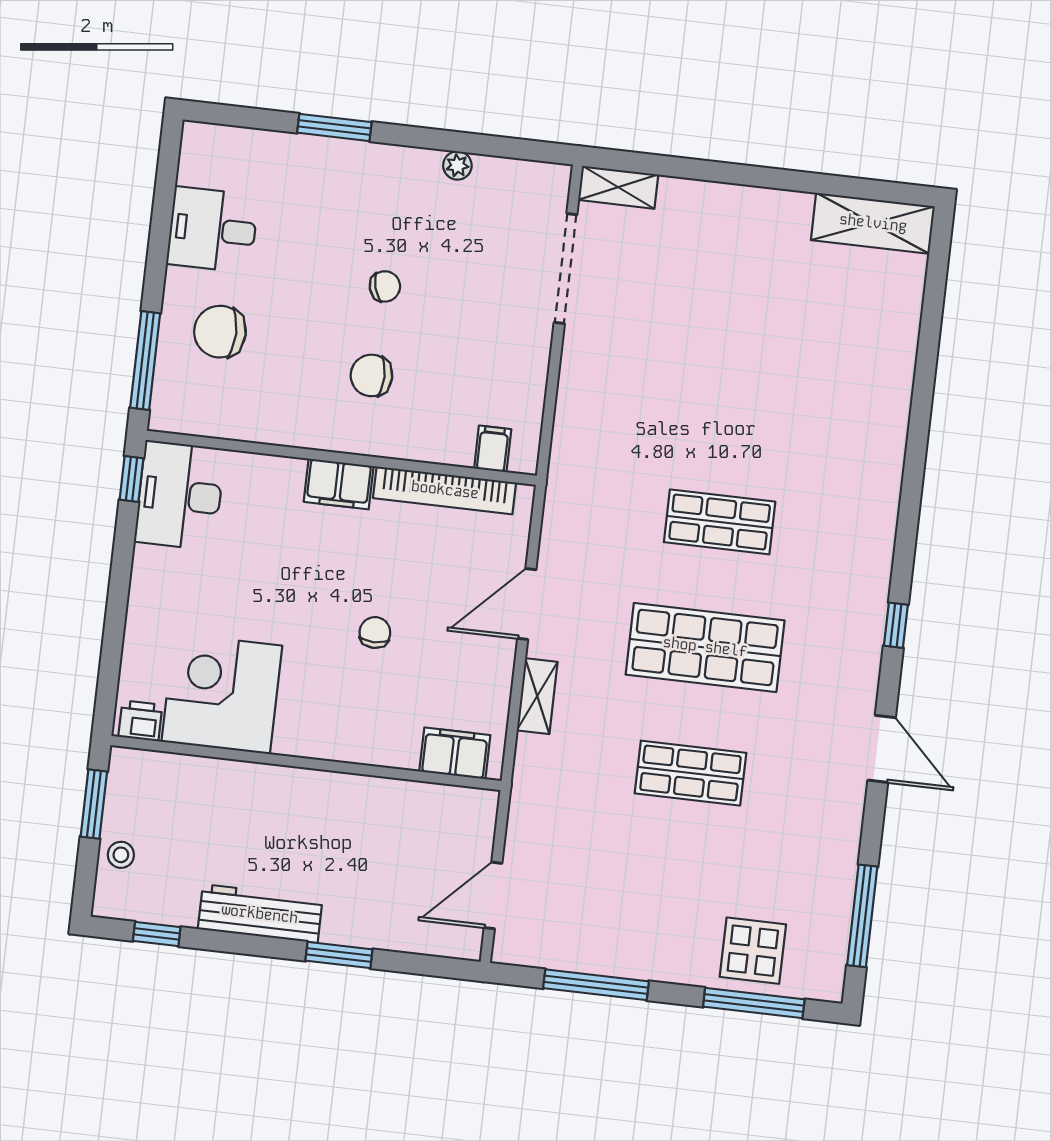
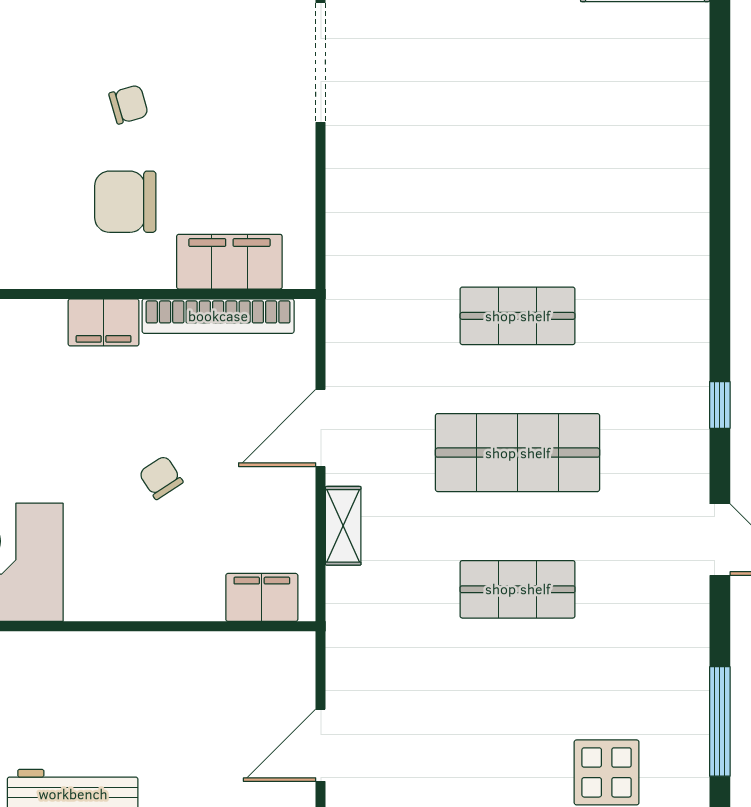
chair: (371, 375) -> (125, 202), width x1.37, depth x1.37
filing cabinet: (493, 449) -> (229, 262), width x3.00, depth x1.17
chair: (375, 633) -> (161, 478), turned -33

